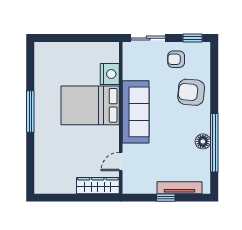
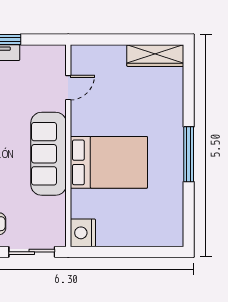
nightstand: (110, 74) -> (83, 233), moved
wardrobe: (98, 186) -> (155, 56), moved

